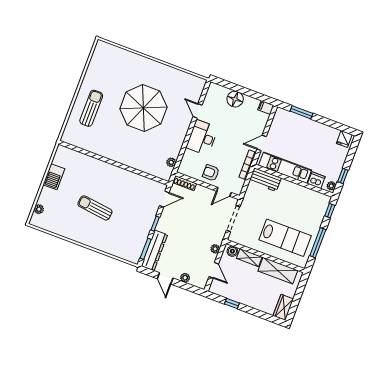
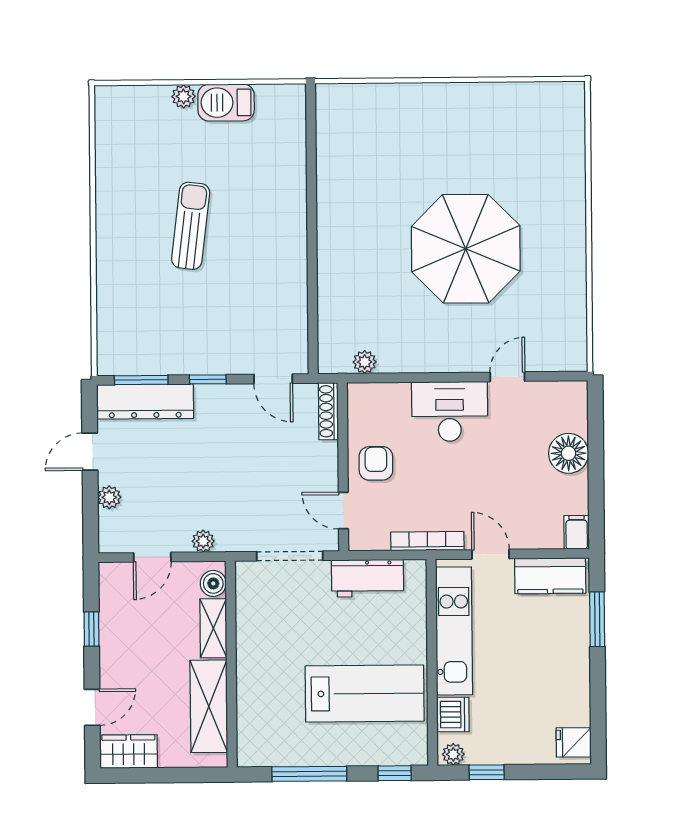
sun lounger: (91, 108) -> (419, 128), removed
kitchen counter: (278, 124) -> (550, 576), added
workbench: (265, 180) -> (368, 578), moved, turned -90
plant: (39, 209) -> (184, 96), moved
lab bench: (285, 238) -> (365, 694), moved, turned -90
door: (261, 315) -> (92, 707), added

